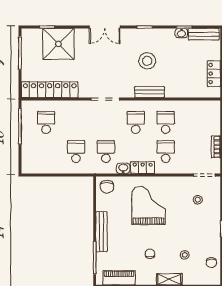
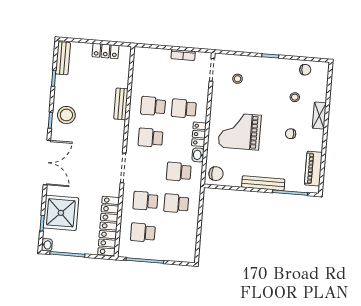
double door: (105, 27) -> (47, 163), width x1.37
washbasin: (181, 33) -> (47, 245), moved
stool: (147, 61) -> (66, 115), moved
bench: (149, 92) -> (121, 104), moved
school desk: (76, 122) -> (145, 201), added

